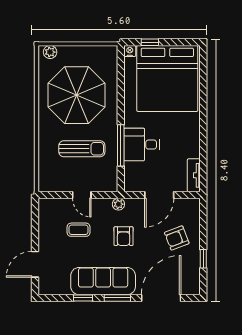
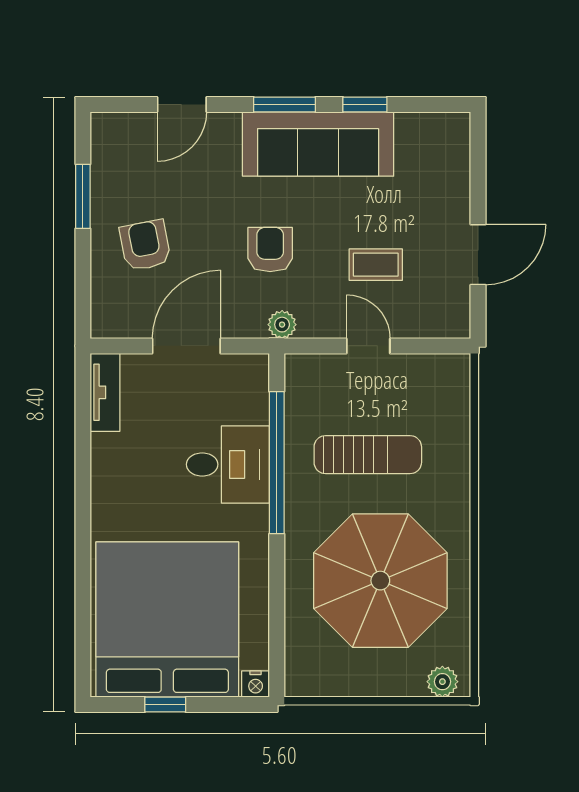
window: (150, 42) -> (165, 704), moved
window: (121, 145) -> (277, 463), width x1.46
sun lounger: (82, 149) -> (368, 455), turned 180
armchair: (177, 238) -> (145, 245), turned -80
window: (203, 259) -> (83, 196), width x1.50
door: (35, 264) -> (478, 255), moved
door: (161, 298) -> (182, 105), width x0.53

